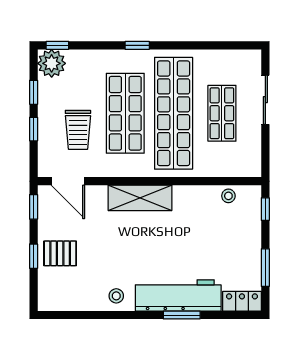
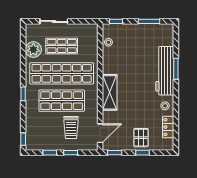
plant: (52, 63) -> (33, 50), moved
trolley: (78, 130) -> (71, 127), turned 90
locker: (242, 301) -> (168, 127), moved

